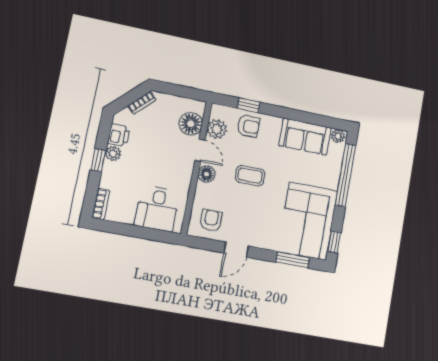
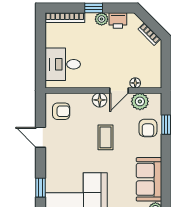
floor lamp: (191, 124) -> (135, 83), width x0.53, depth x0.53
bookcase: (101, 204) -> (65, 18), width x1.56
window: (293, 260) -> (40, 188), width x0.67

